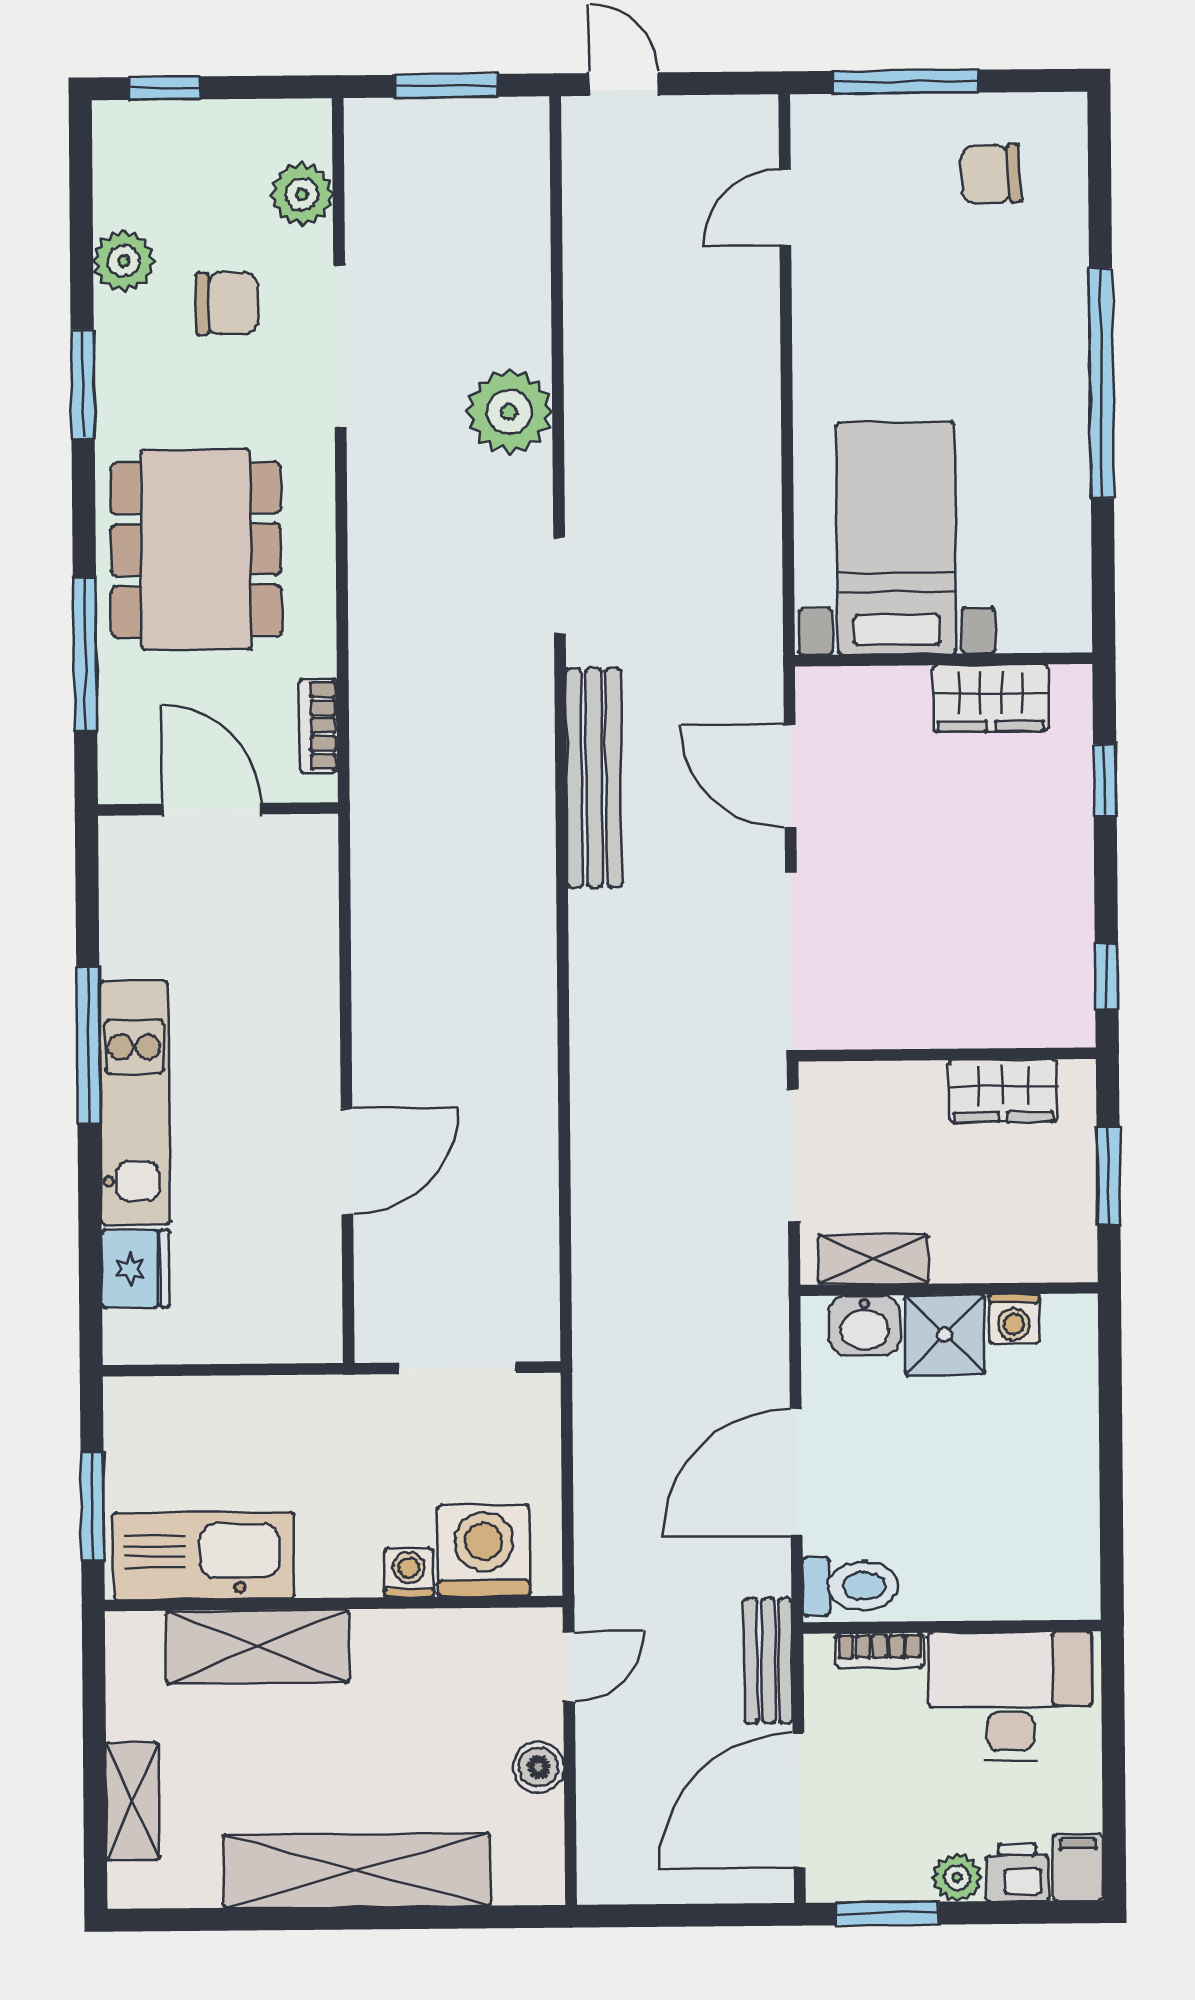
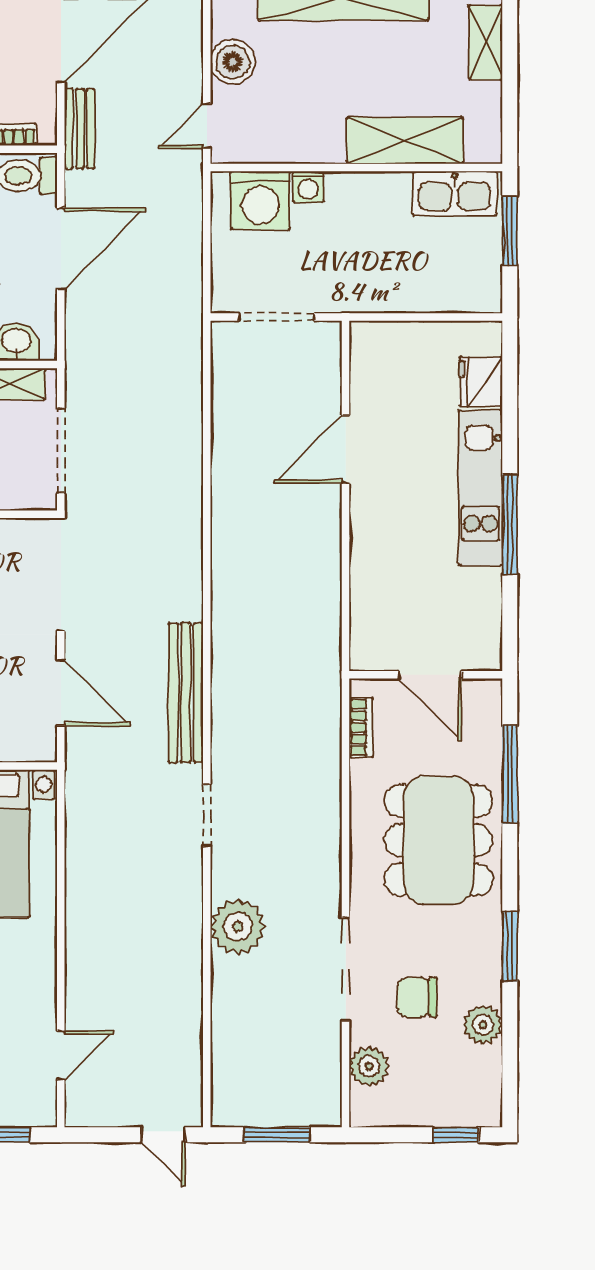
kitchen sink: (204, 1556) -> (455, 193), width x0.73, depth x0.81
boiler: (538, 1767) -> (233, 62), width x1.36, depth x1.36

